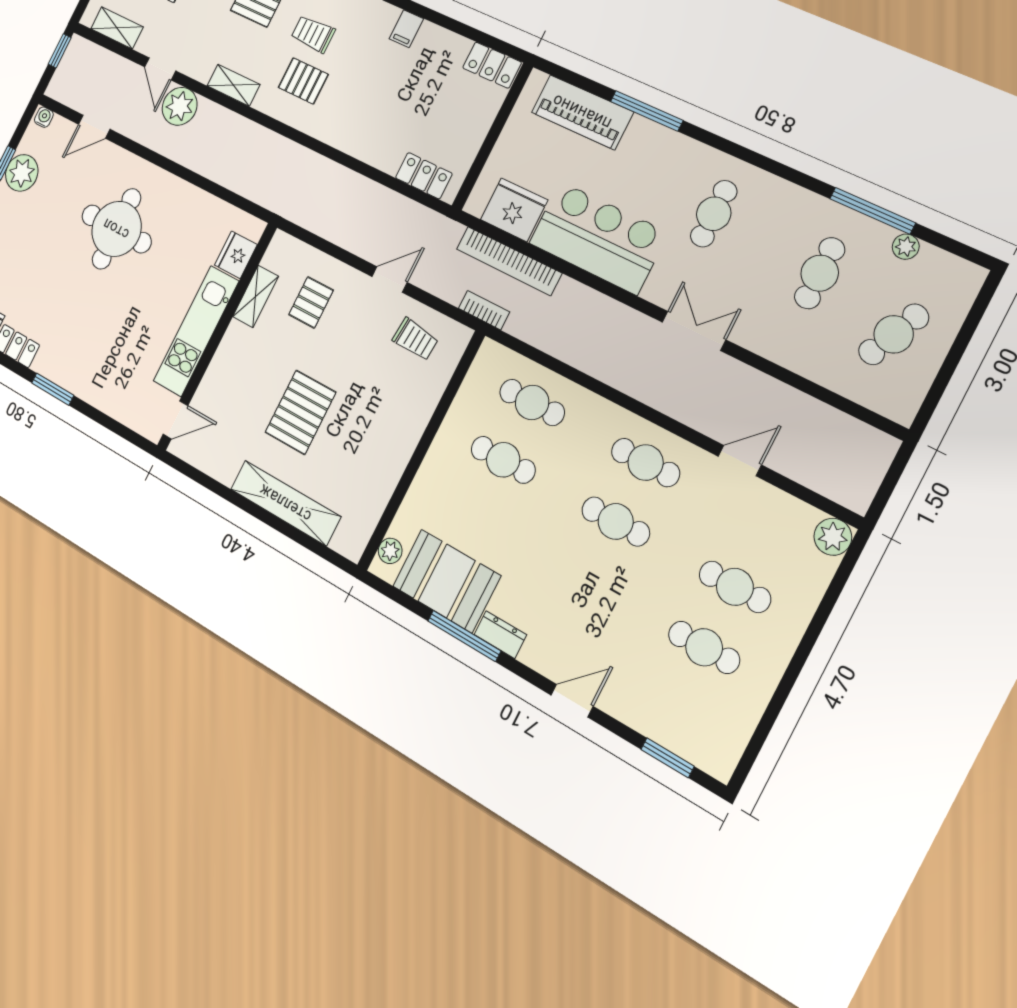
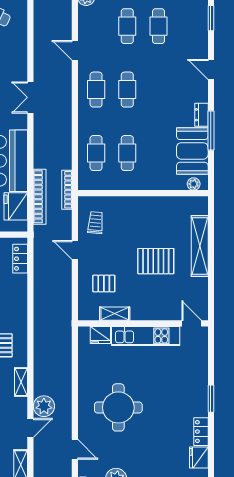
bookcase: (484, 310) -> (67, 190), width x1.56

